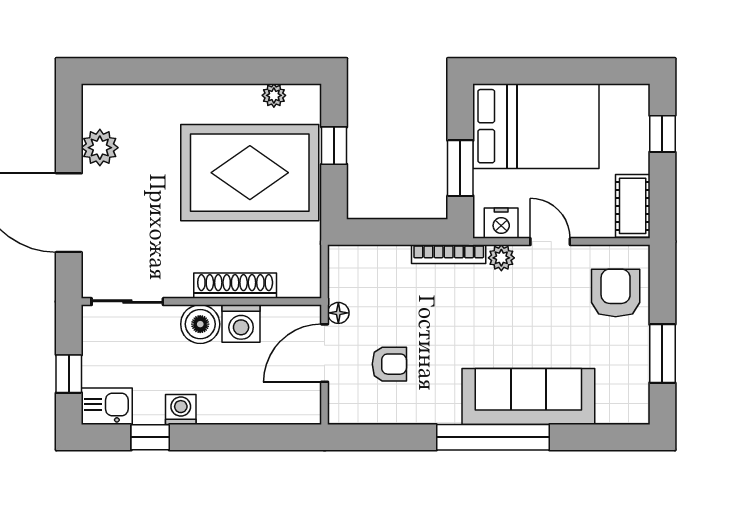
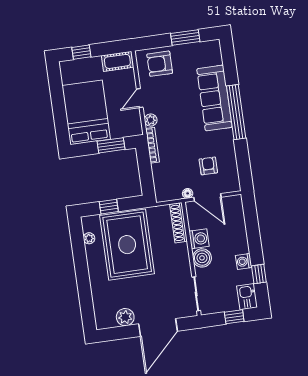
nightstand: (501, 223) -> (134, 122), removed
shoe rack: (235, 286) -> (178, 223), moved

